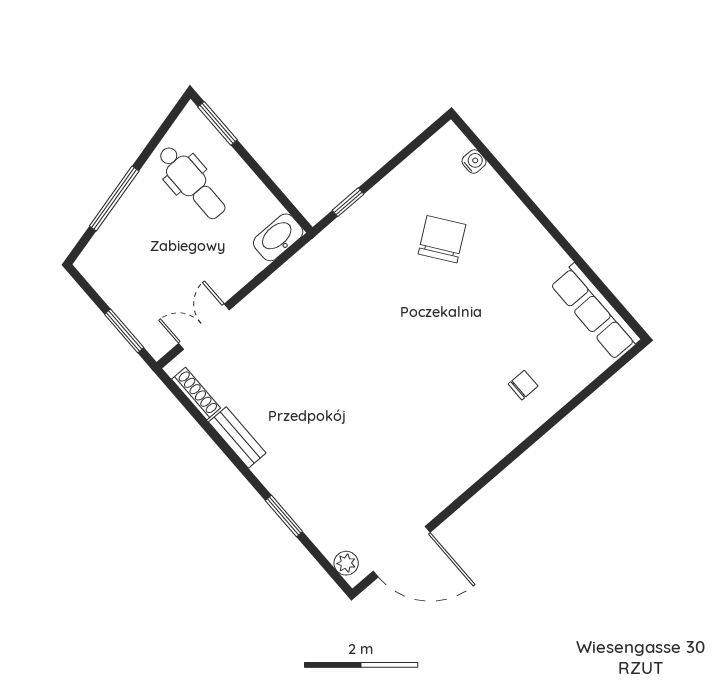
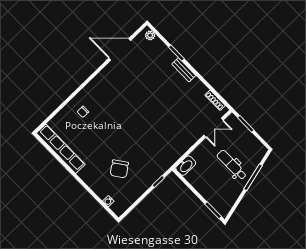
dental chair: (192, 182) -> (232, 165), moved
row of seats: (595, 312) -> (61, 149), width x1.36
bench: (237, 438) -> (184, 70), moved
door: (402, 552) -> (120, 49), moved

